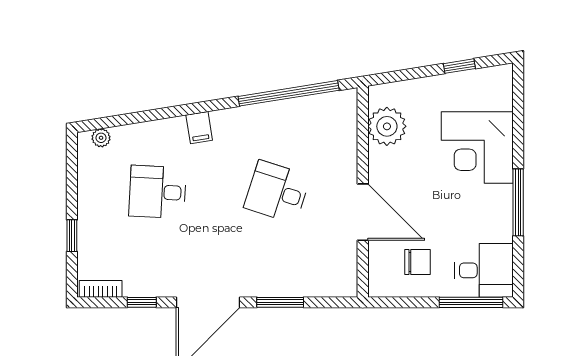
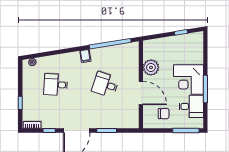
plant: (387, 126) -> (151, 68), moved
filing cabinet: (199, 128) -> (85, 56), moved
corner desk: (477, 148) -> (188, 80), moved
desk: (484, 270) -> (191, 106), moved

